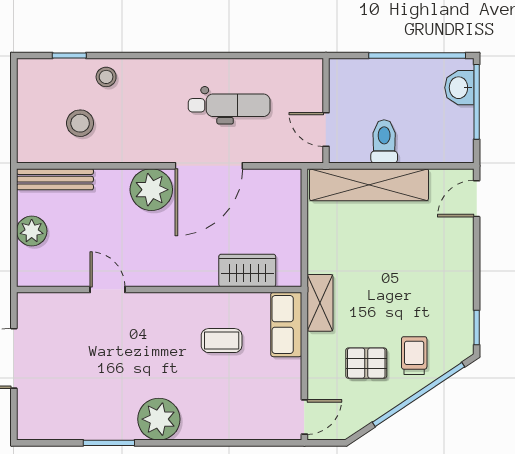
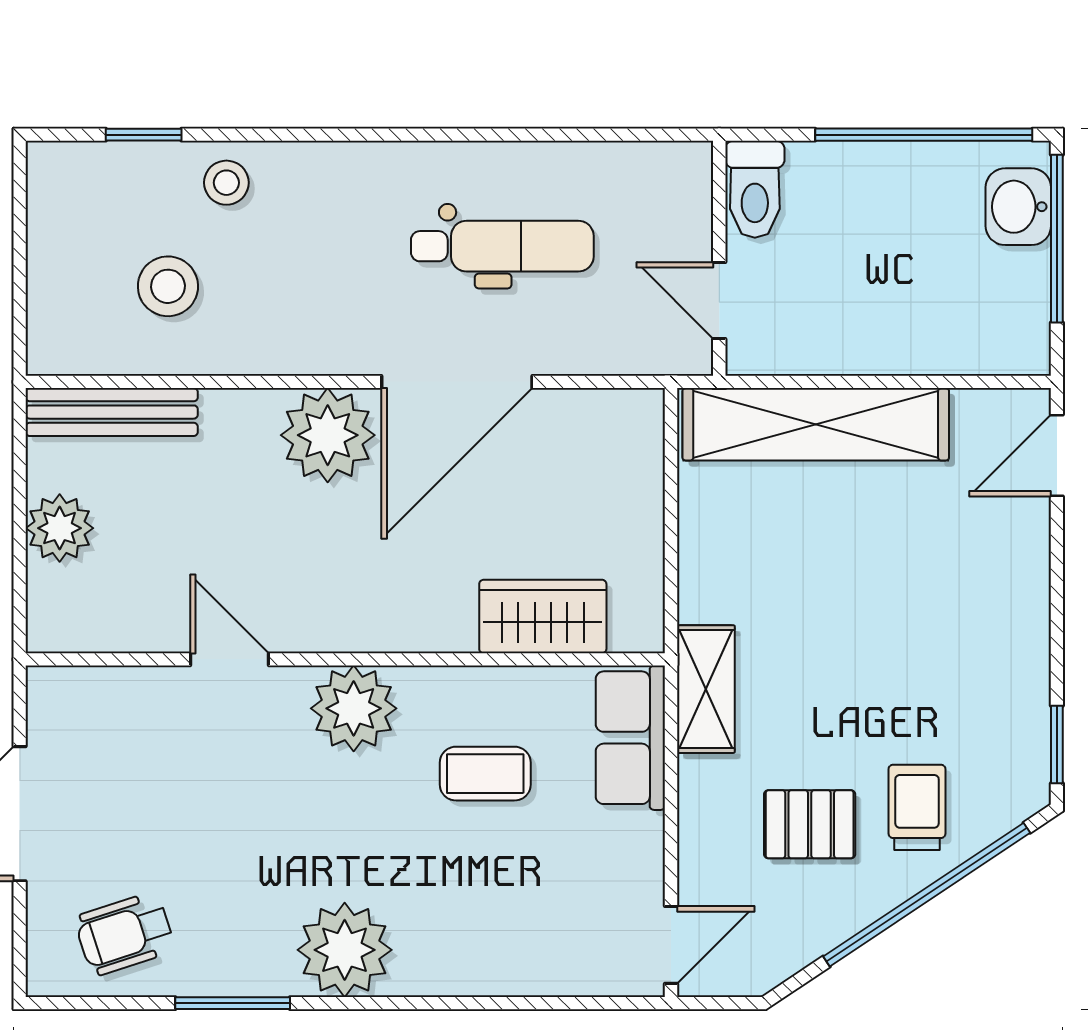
toilet: (384, 141) -> (755, 189), moved, turned 180
plant: (163, 311) -> (354, 708), added
wheelchair: (61, 412) -> (125, 934), added

